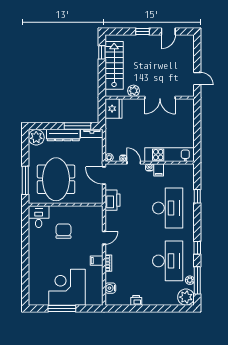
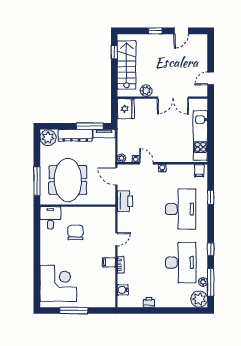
door: (197, 79) -> (211, 78), swing flipped
kitchen unit: (170, 155) -> (200, 136), moved, turned -90
filing cabinet: (159, 170) -> (199, 171), moved
corner desk: (67, 287) -> (58, 283), moved, turned 90

